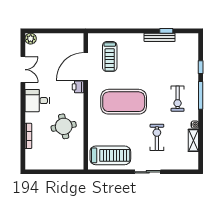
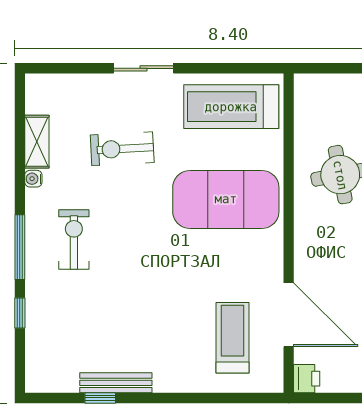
door: (86, 66) -> (289, 315), hinge flipped
printer: (78, 87) -> (307, 379), moved
exercise mat: (124, 102) -> (226, 199), moved
exercise bike: (157, 137) -> (122, 149), turned 87

